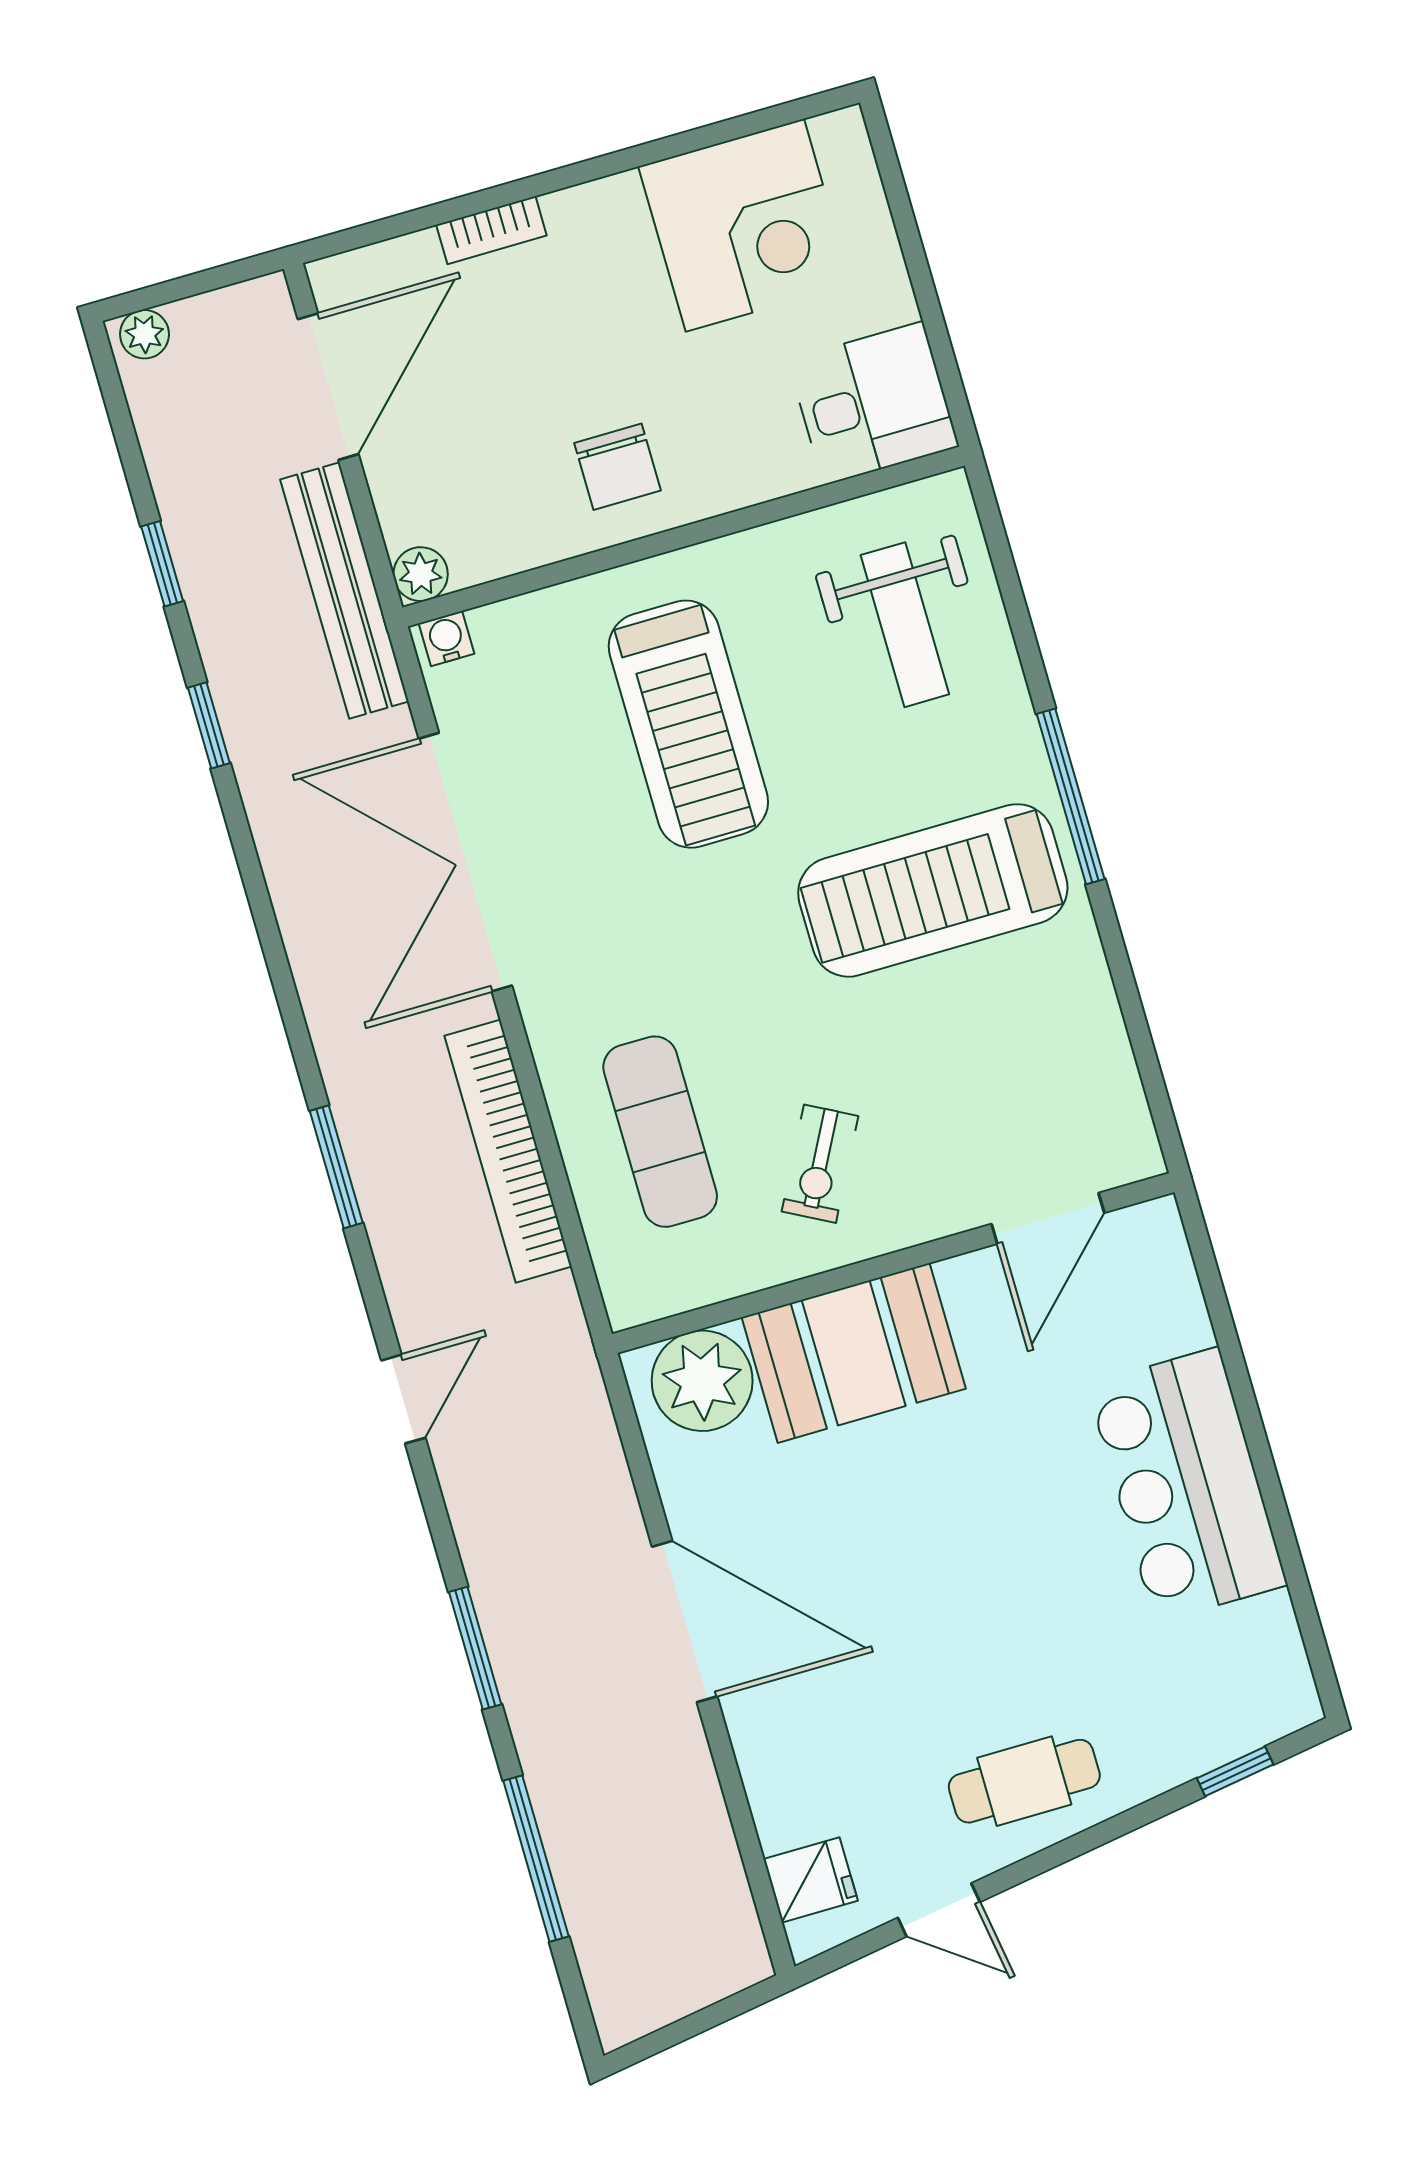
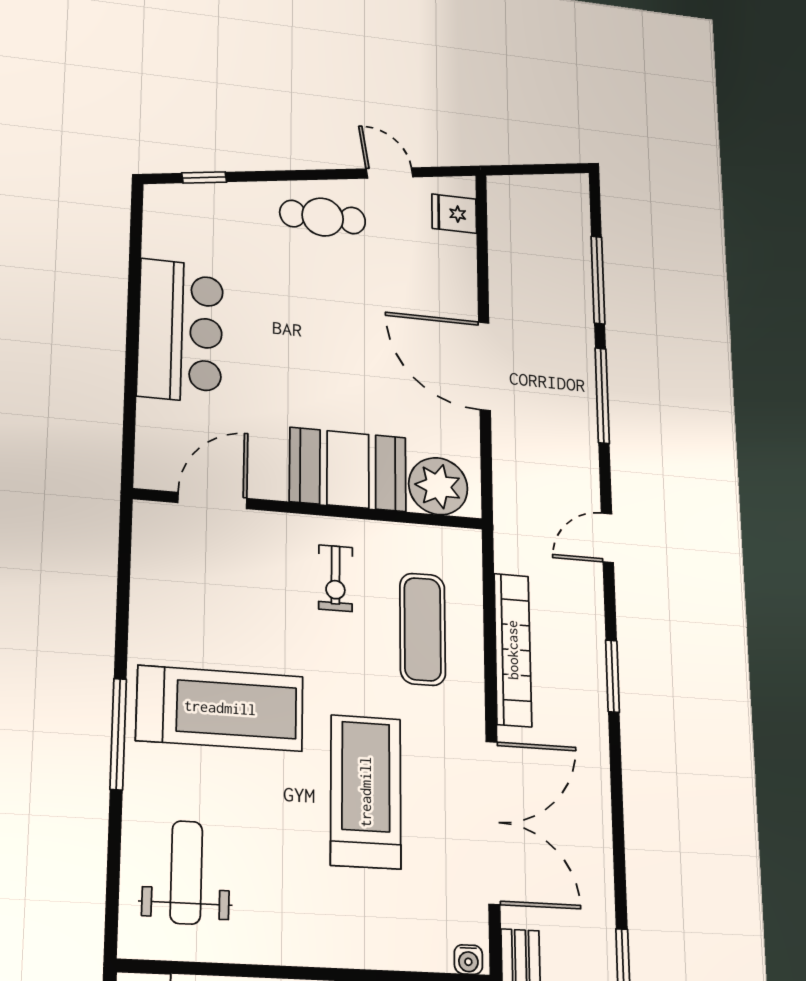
treadmill: (688, 724) -> (366, 792), moved
exercise bike: (820, 1164) -> (336, 578), turned 152
window: (475, 1648) -> (602, 395), width x1.44

